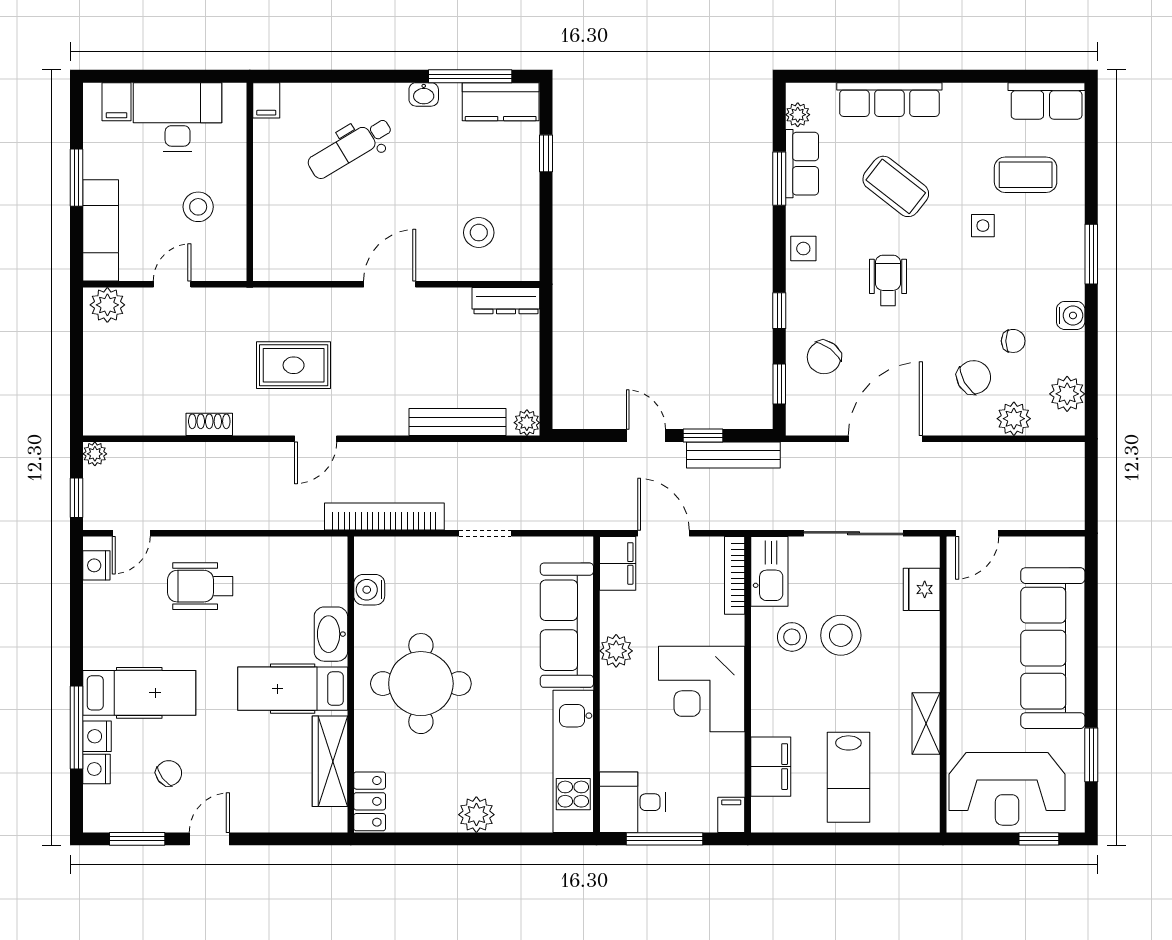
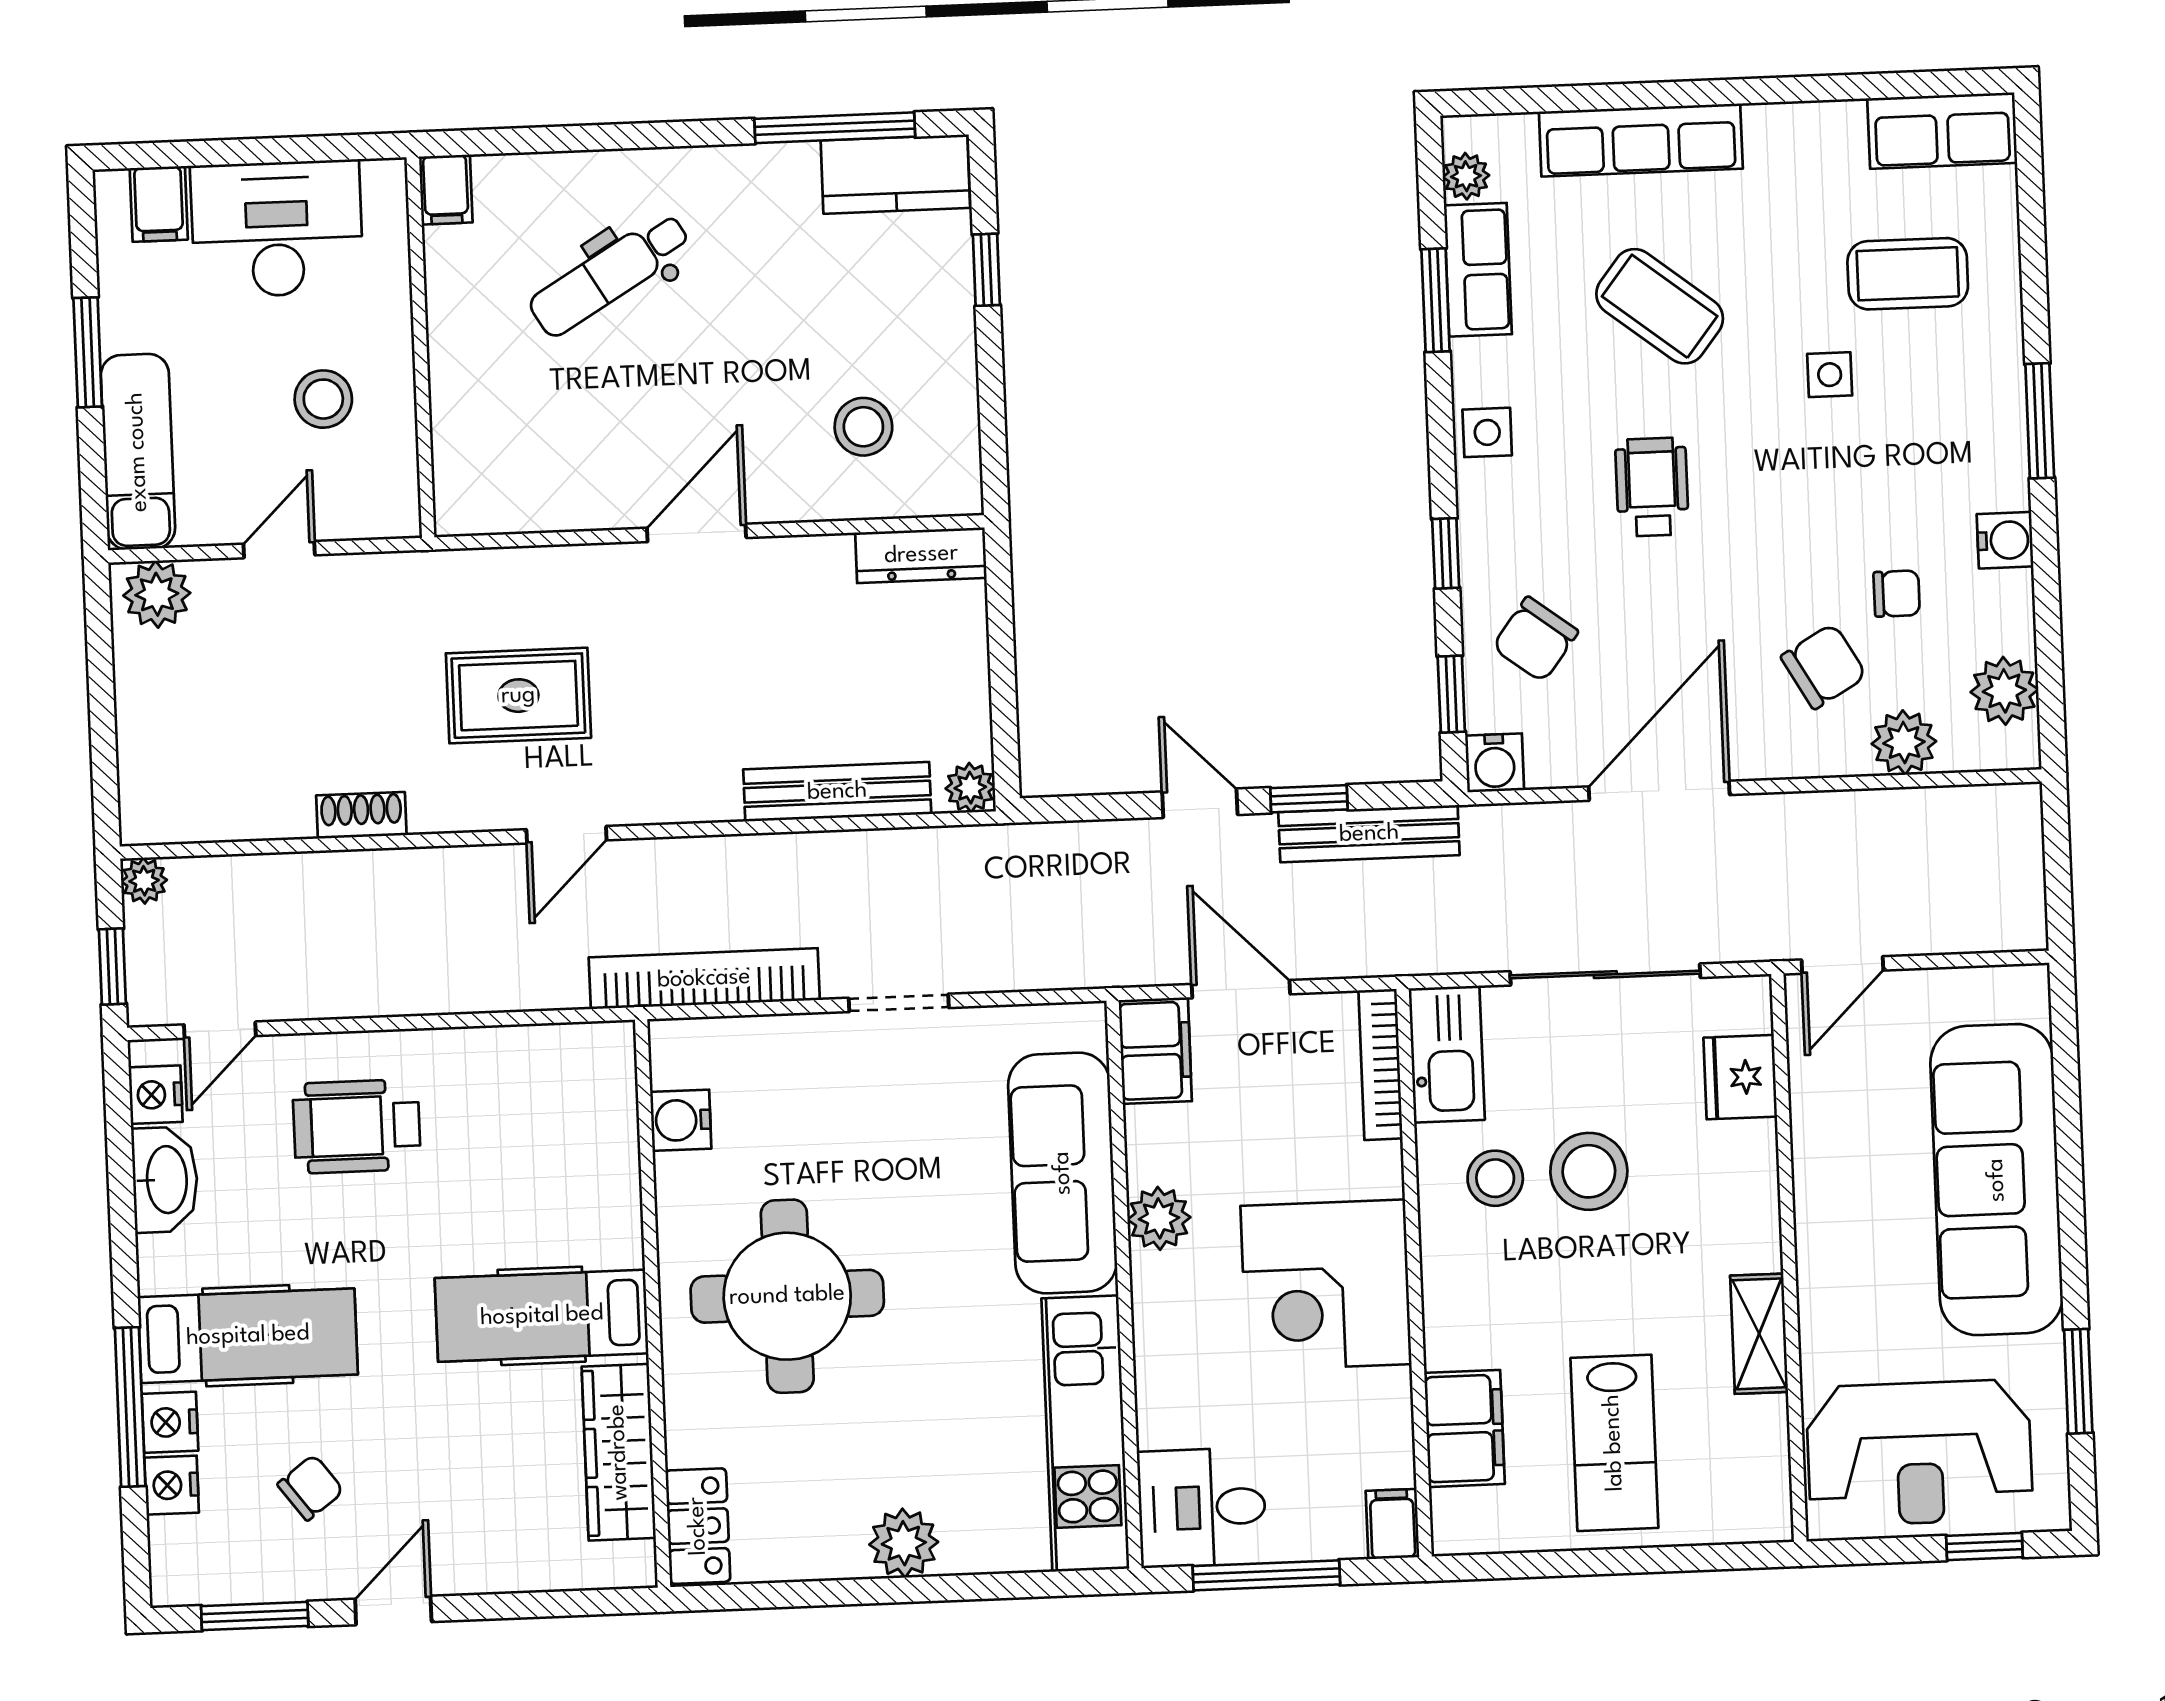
washbasin: (424, 94) -> (747, 166), removed
water cooler: (800, 421) -> (1495, 763), added
washbasin: (331, 634) -> (165, 1180), moved, turned 180

